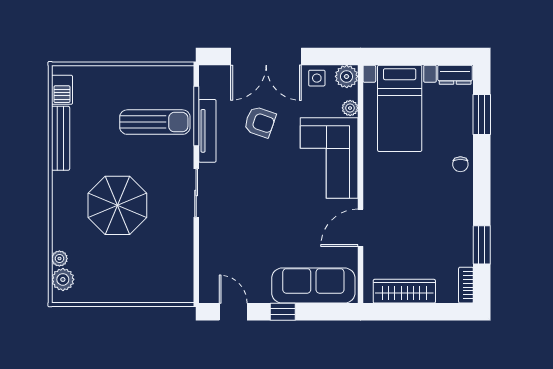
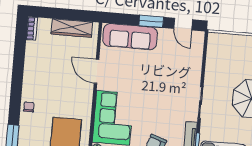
door: (361, 228) -> (97, 71), swing flipped
window: (482, 245) -> (19, 54), removed
window: (283, 312) -> (151, 21), width x1.50

